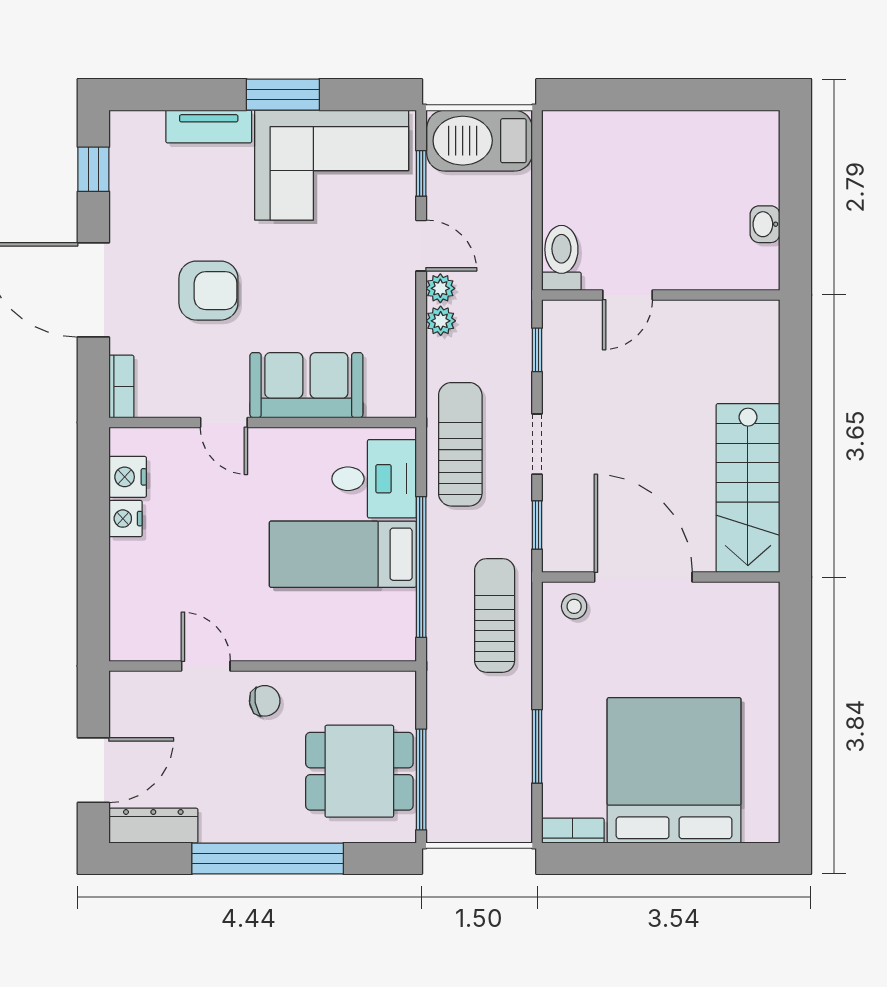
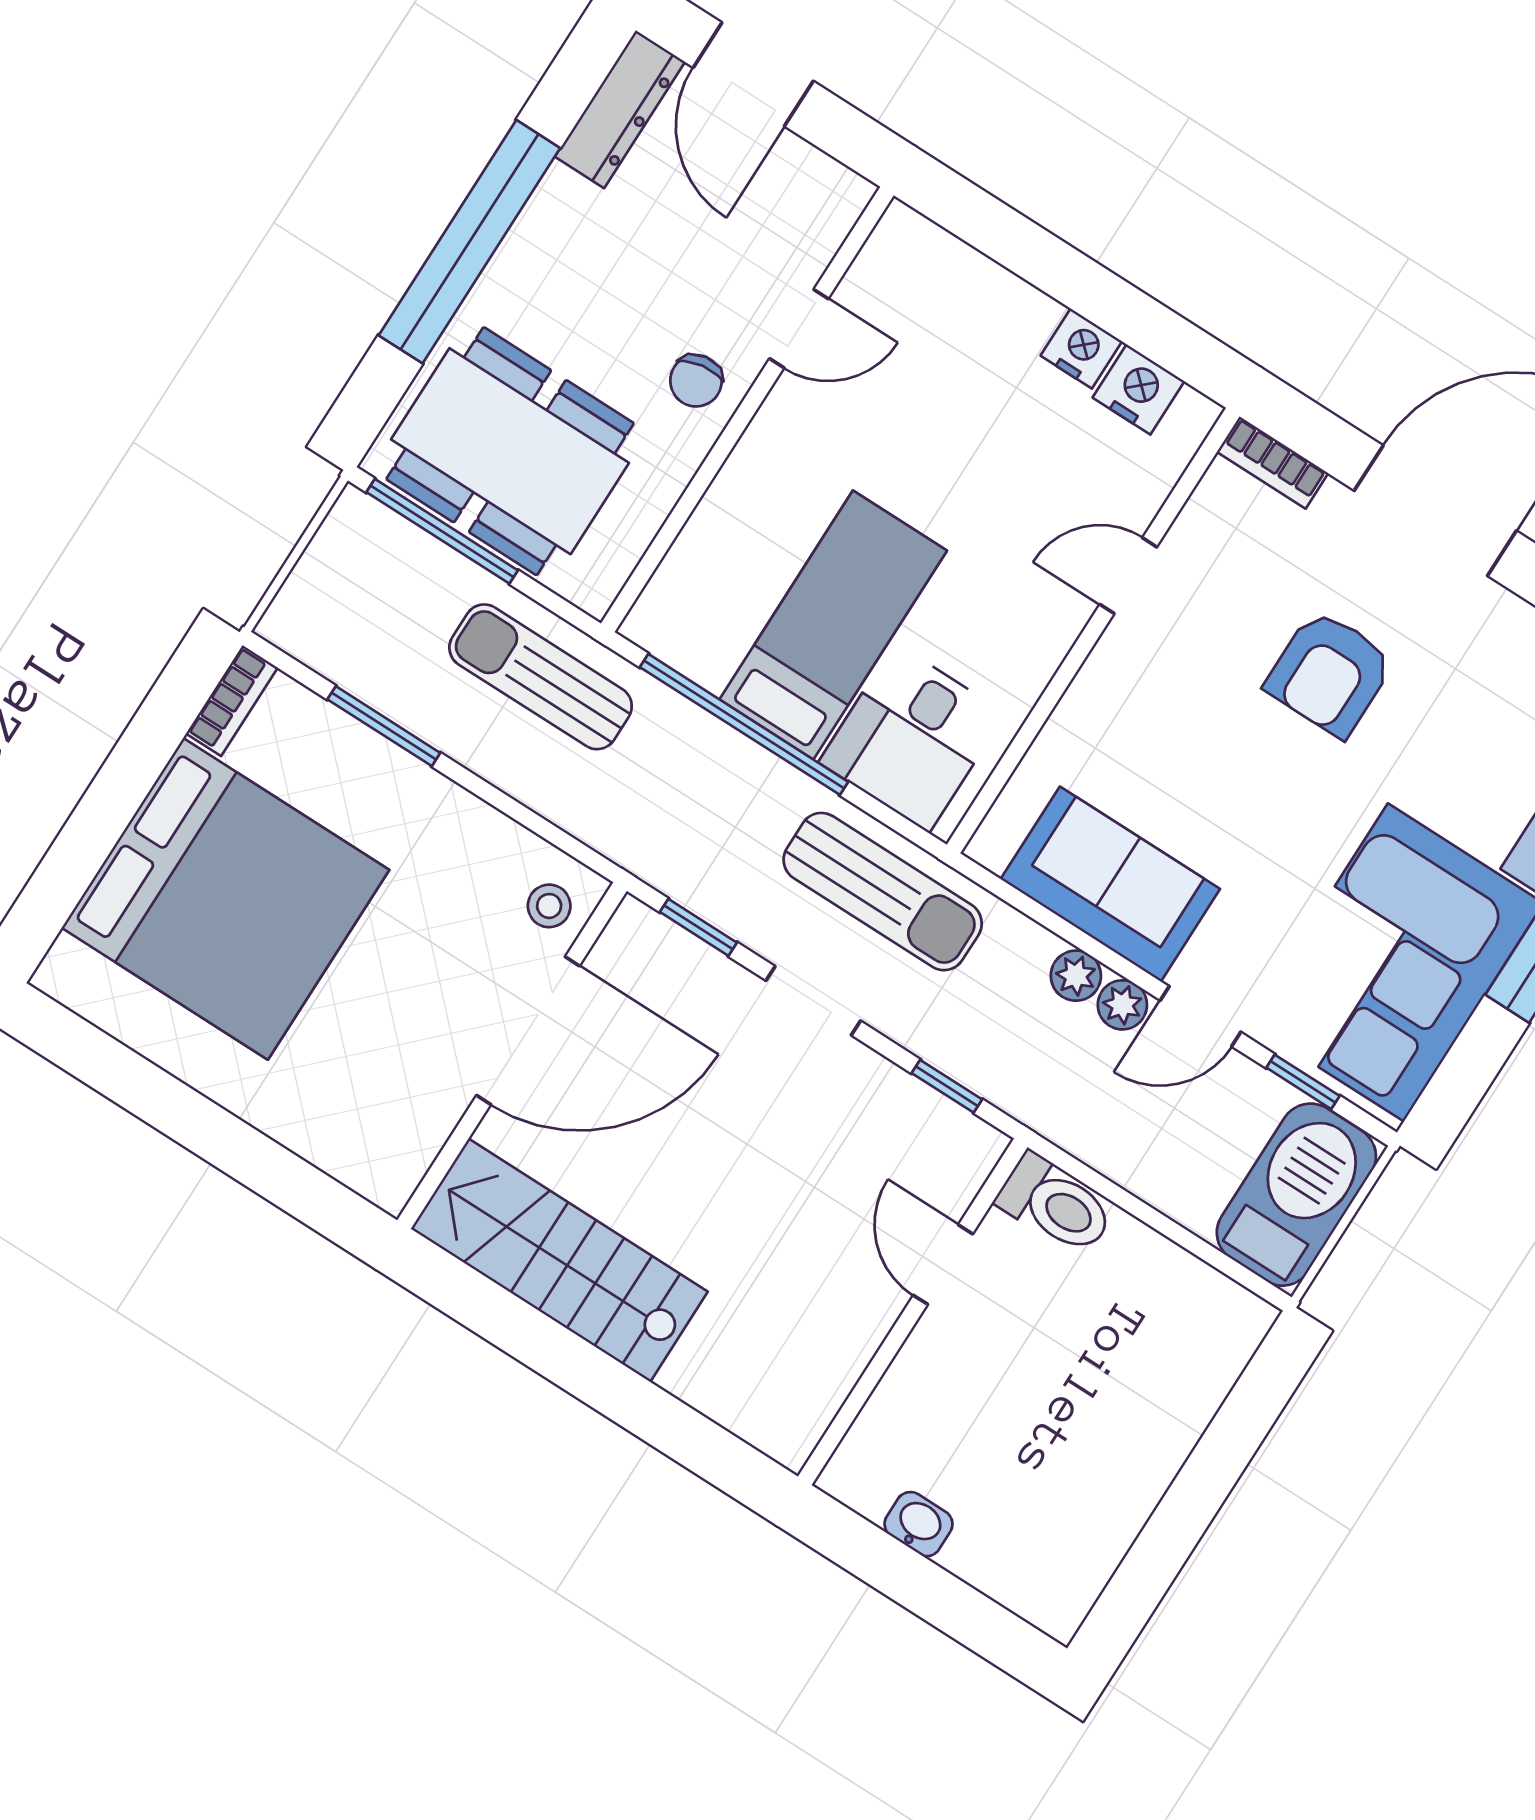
sofa: (306, 385) -> (1110, 884), moved, turned -90
sun lounger: (495, 615) -> (541, 677), moved, turned 180
dining table: (359, 771) -> (510, 451), width x1.38

